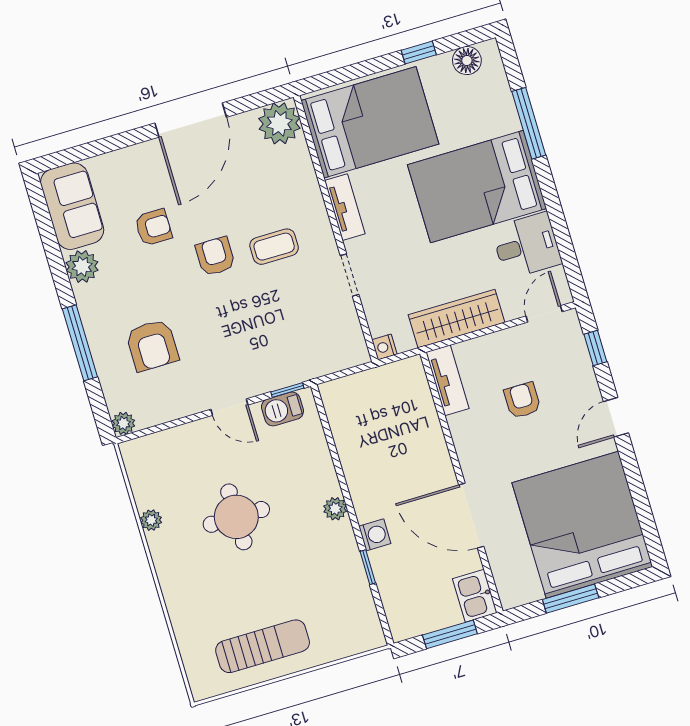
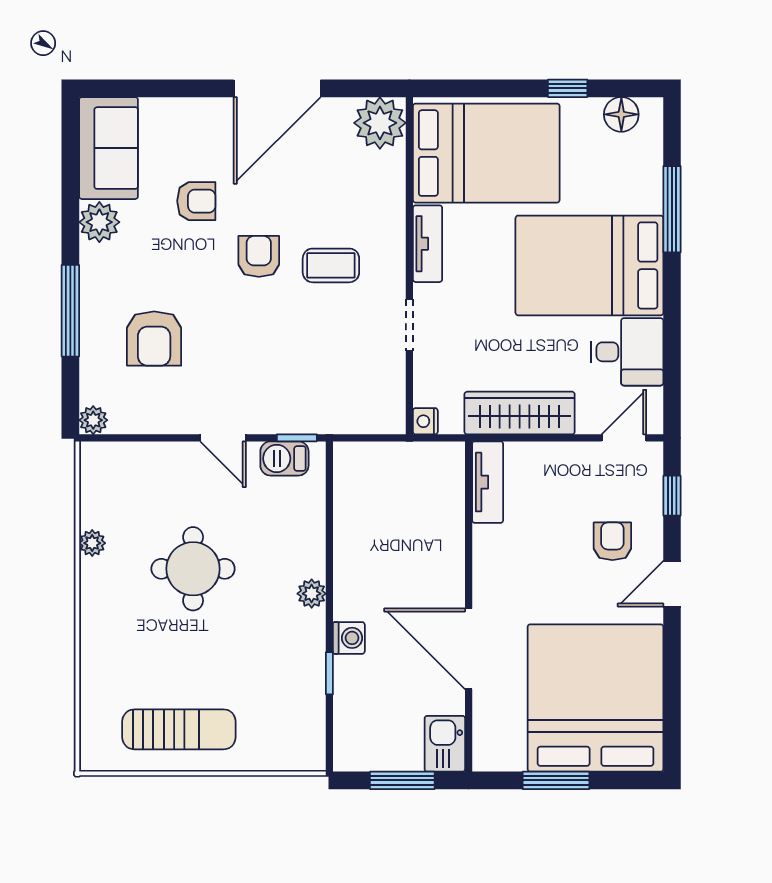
armchair: (522, 400) -> (612, 541), moved

